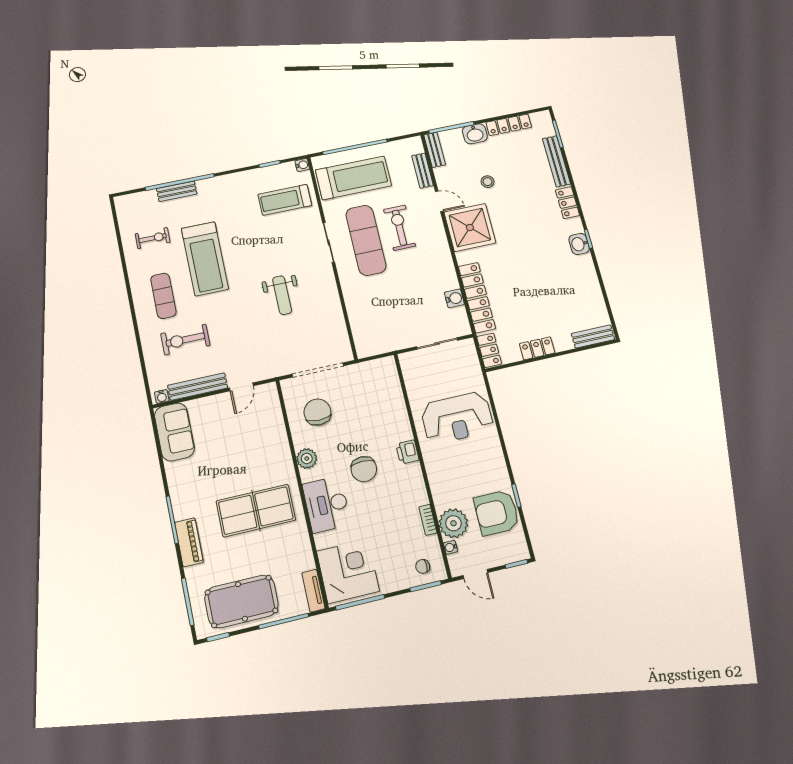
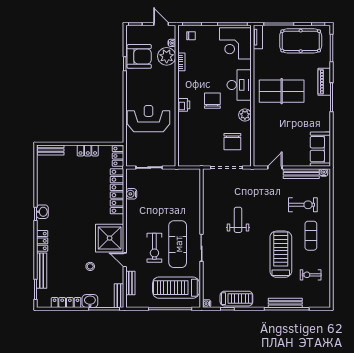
bench: (177, 191) -> (285, 303), width x1.36
treadmill: (285, 200) -> (236, 299), moved

